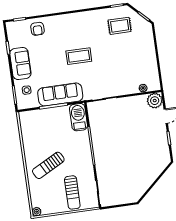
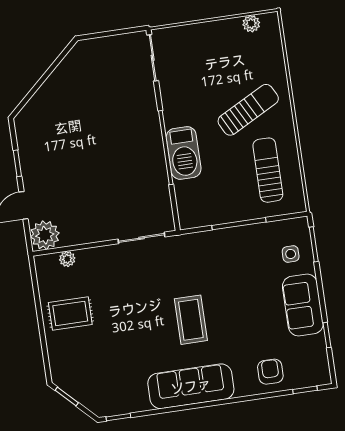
rug: (120, 26) -> (70, 313), moved
coffee table: (79, 56) -> (191, 320), turned 90
sofa: (60, 95) -> (191, 386), moved, turned 180
barbecue: (78, 117) -> (184, 153), moved
sun lounger: (72, 192) -> (268, 170), moved
plant: (37, 212) -> (251, 24), moved

